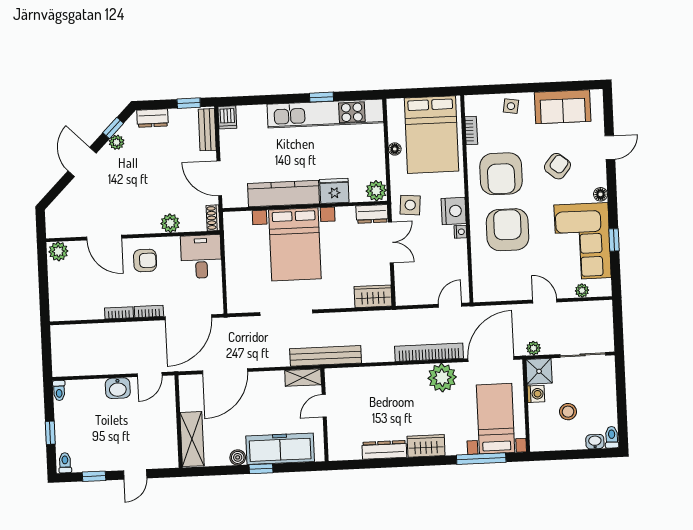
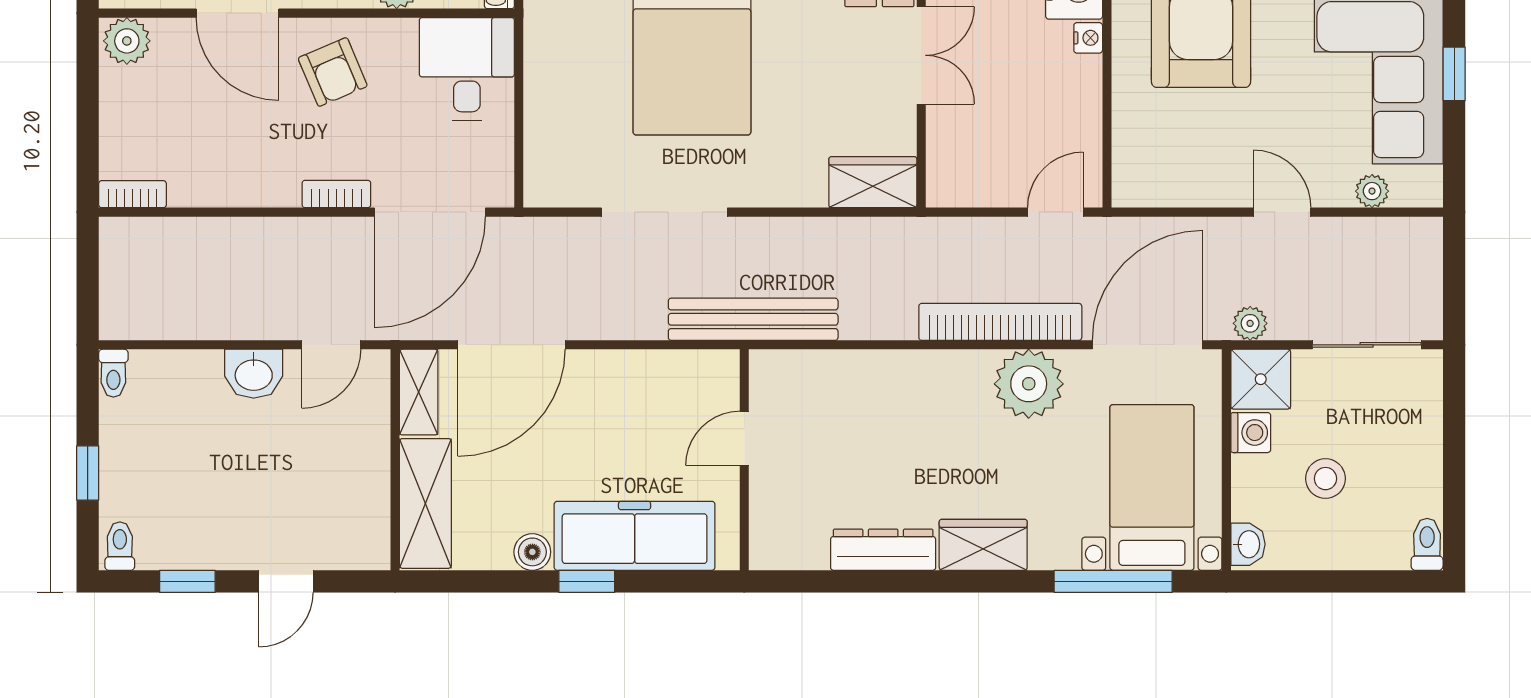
armchair: (145, 260) -> (333, 72), turned 67
bookcase: (119, 313) -> (133, 194), moved
shelving: (303, 378) -> (419, 392), moved, turned 90
washbasin: (595, 442) -> (1248, 544), moved, turned 90

